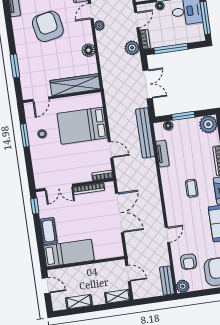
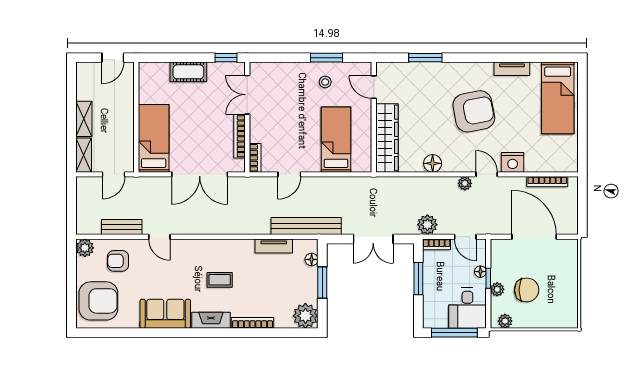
window: (171, 49) -> (418, 279), width x0.69
bed: (82, 126) -> (336, 140), width x0.67
bed: (69, 253) -> (154, 138), moved, turned 180
bench: (167, 280) -> (122, 227), moved
shelving: (79, 302) -> (84, 119), moved

